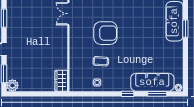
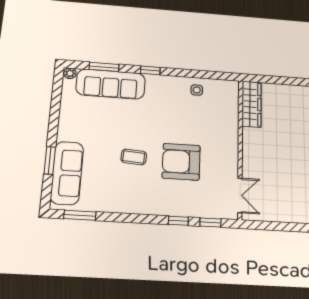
coffee table: (101, 61) -> (134, 157), moved
wardrobe: (61, 81) -> (252, 104), width x1.50

